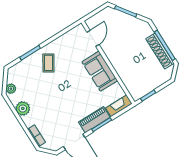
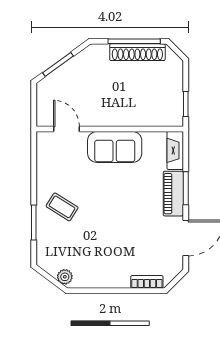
plant: (23, 108) -> (100, 277), removed

